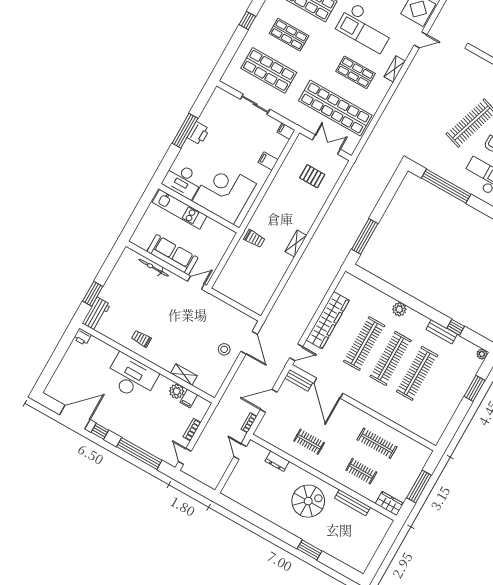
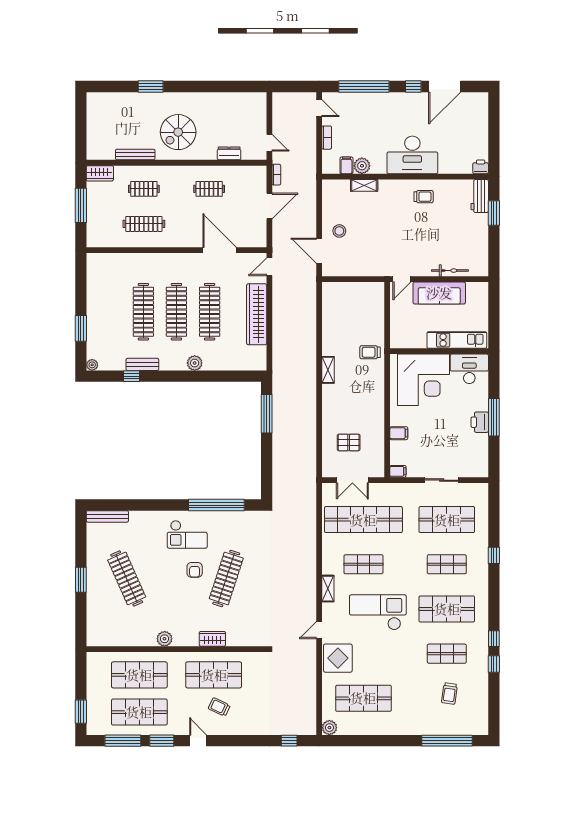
bench: (299, 380) -> (252, 242), removed

